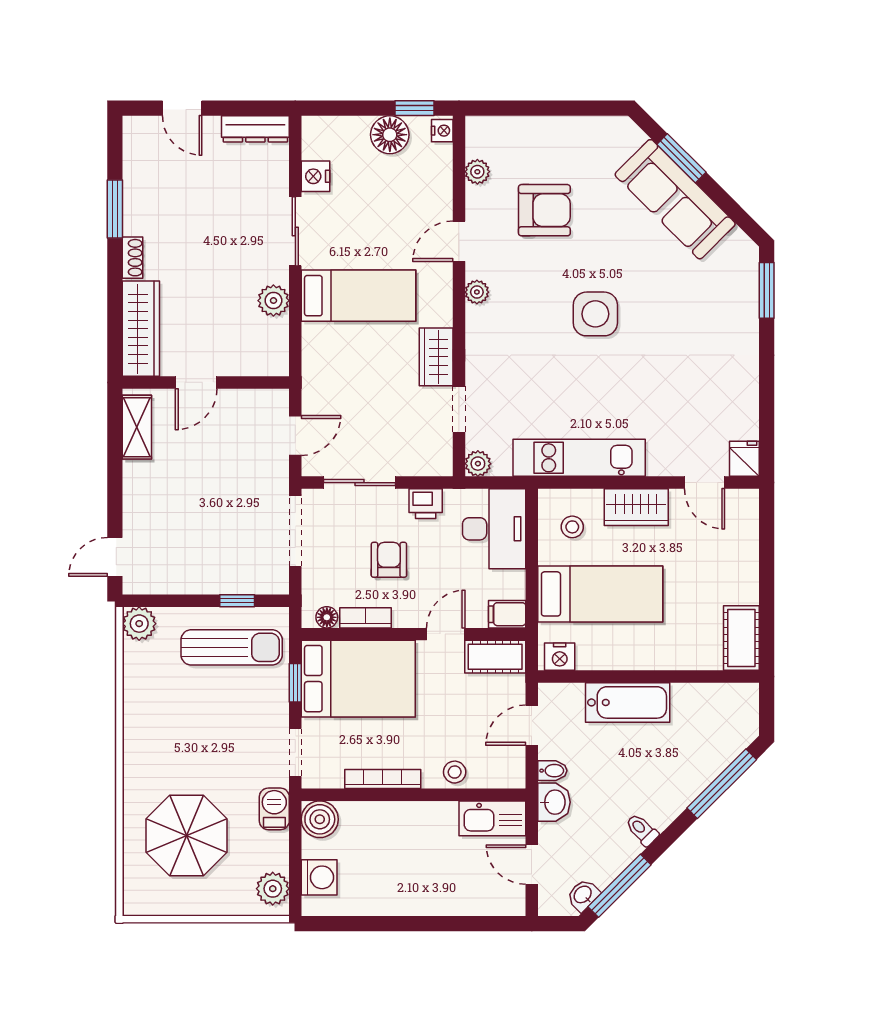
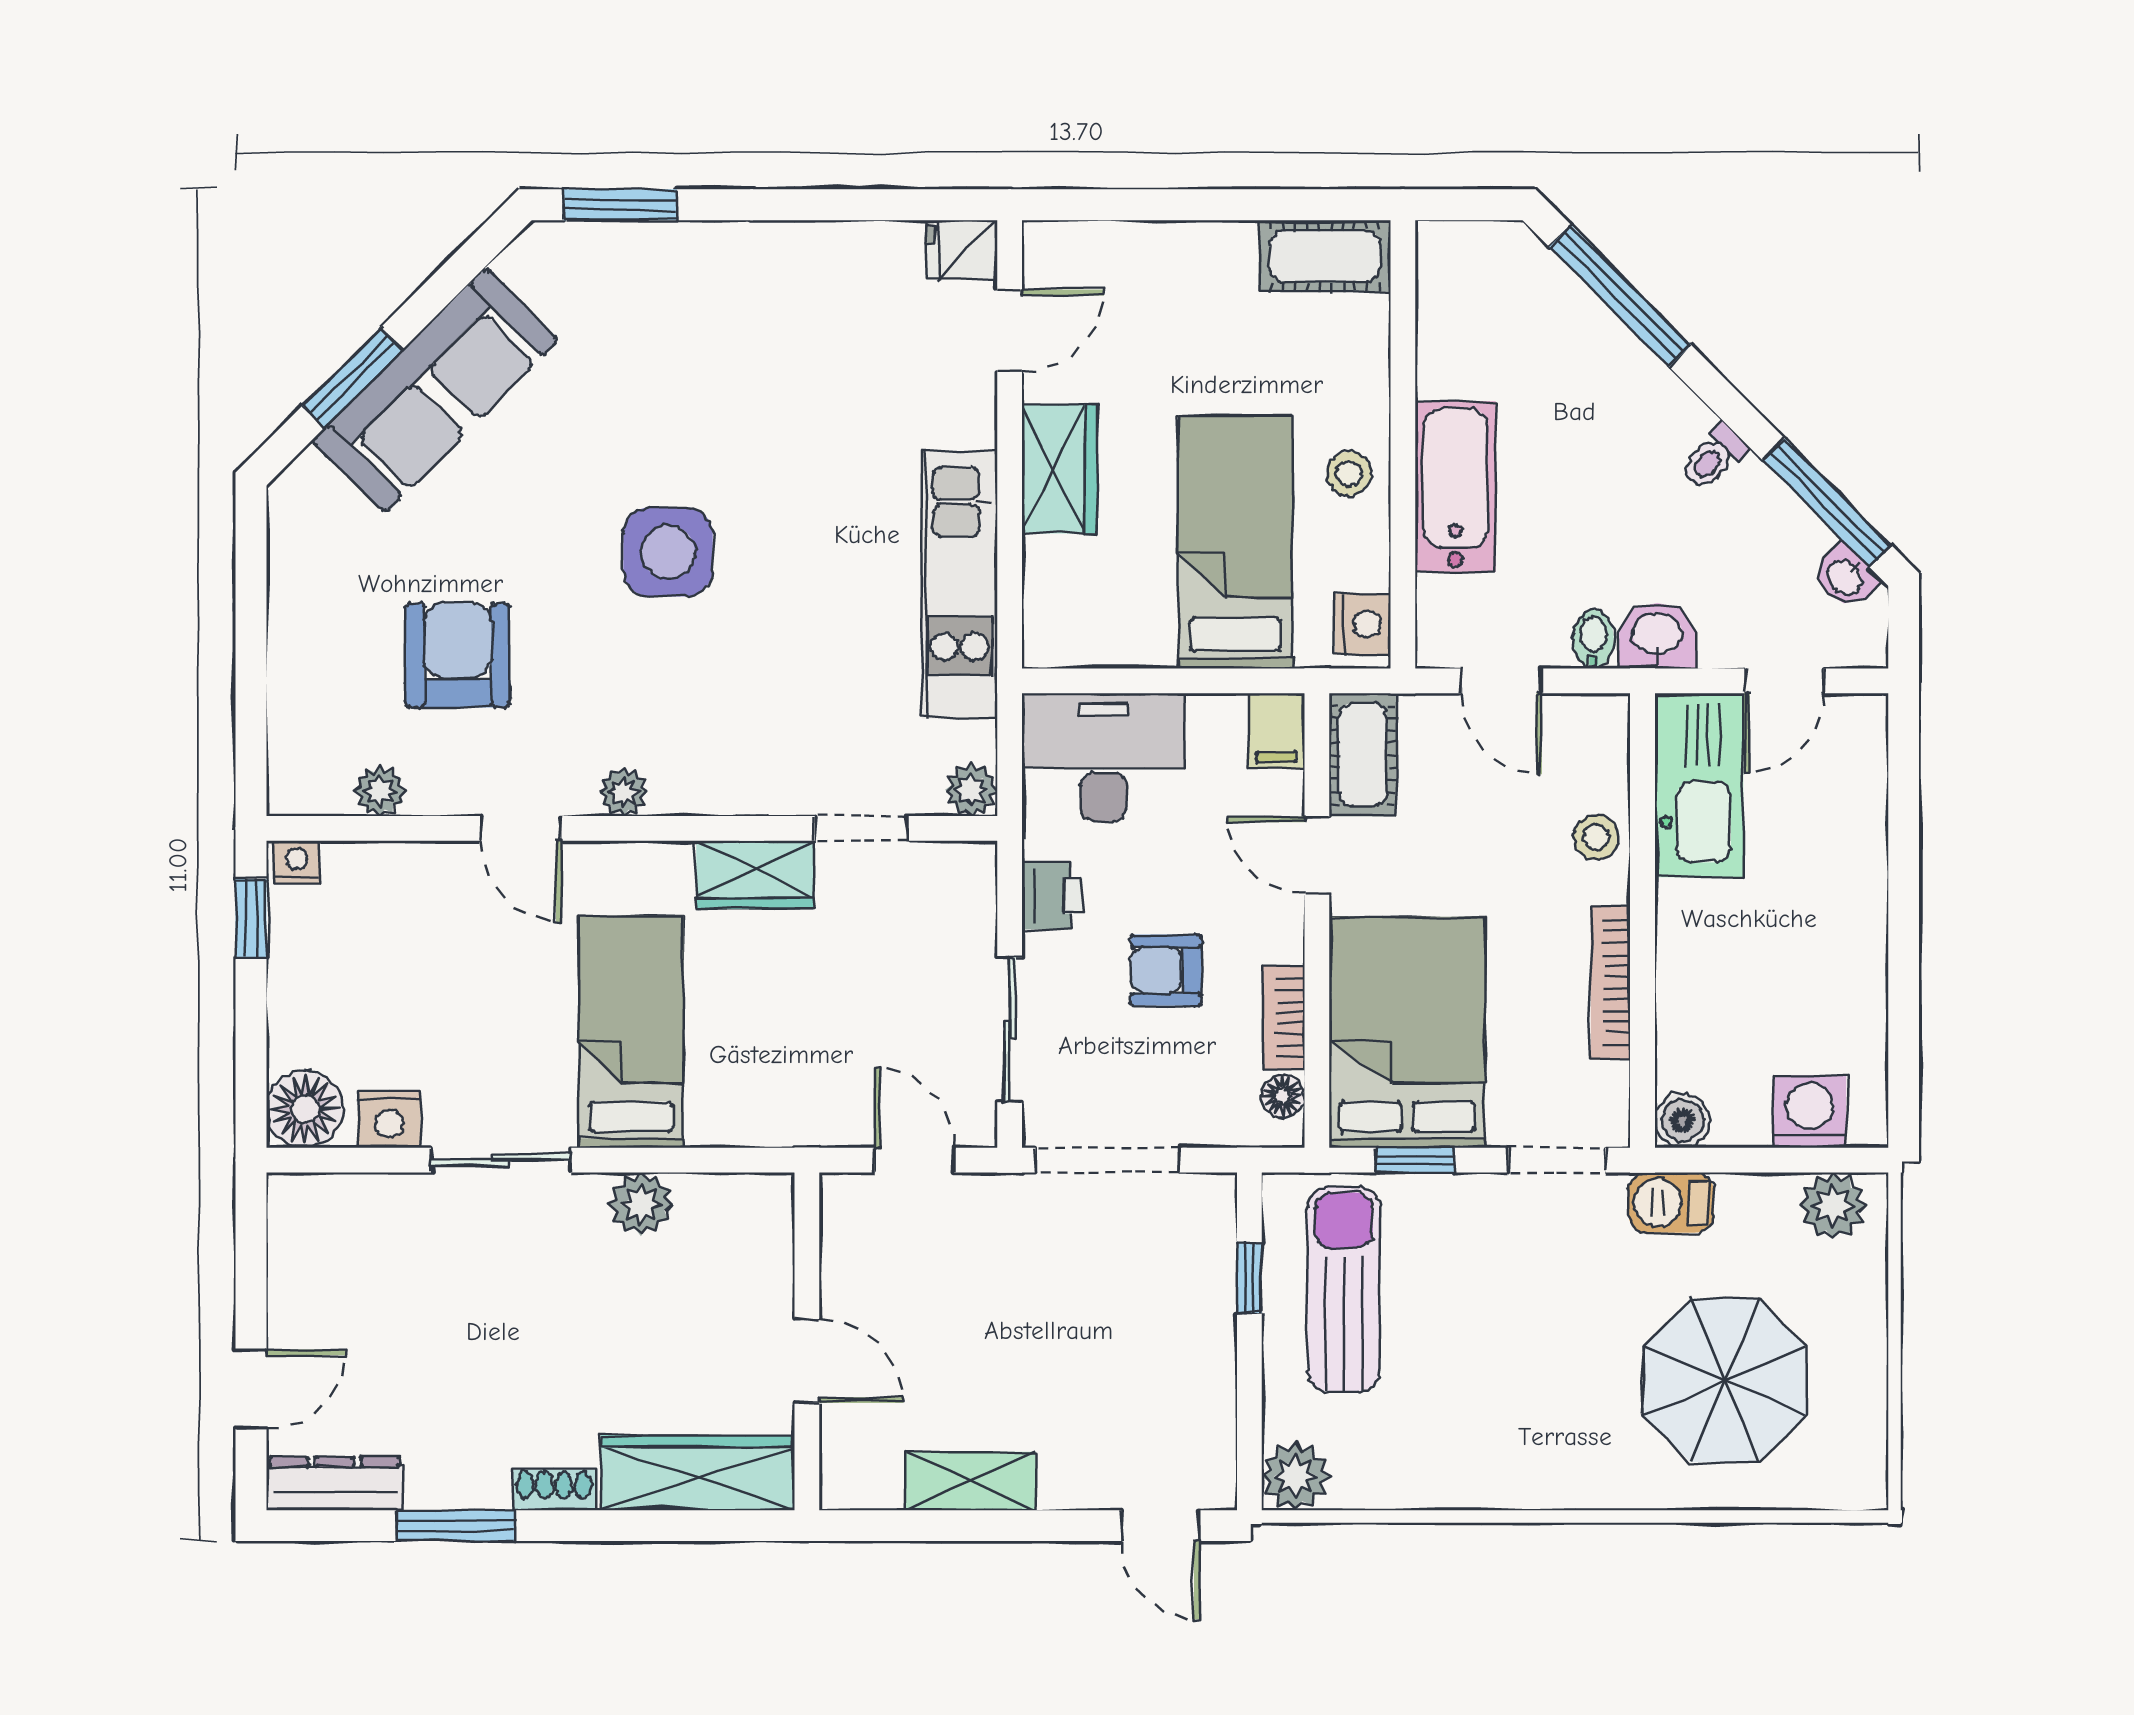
dresser: (255, 129) -> (335, 1483), moved, turned -90
floor lamp: (390, 135) -> (305, 1109), moved
shelving: (137, 427) -> (971, 1481), moved
stool: (572, 527) -> (1349, 474), moved
kitchen sink: (492, 818) -> (1699, 785), width x1.36, depth x1.24
boiler: (320, 819) -> (1682, 1120), width x0.73, depth x0.73

